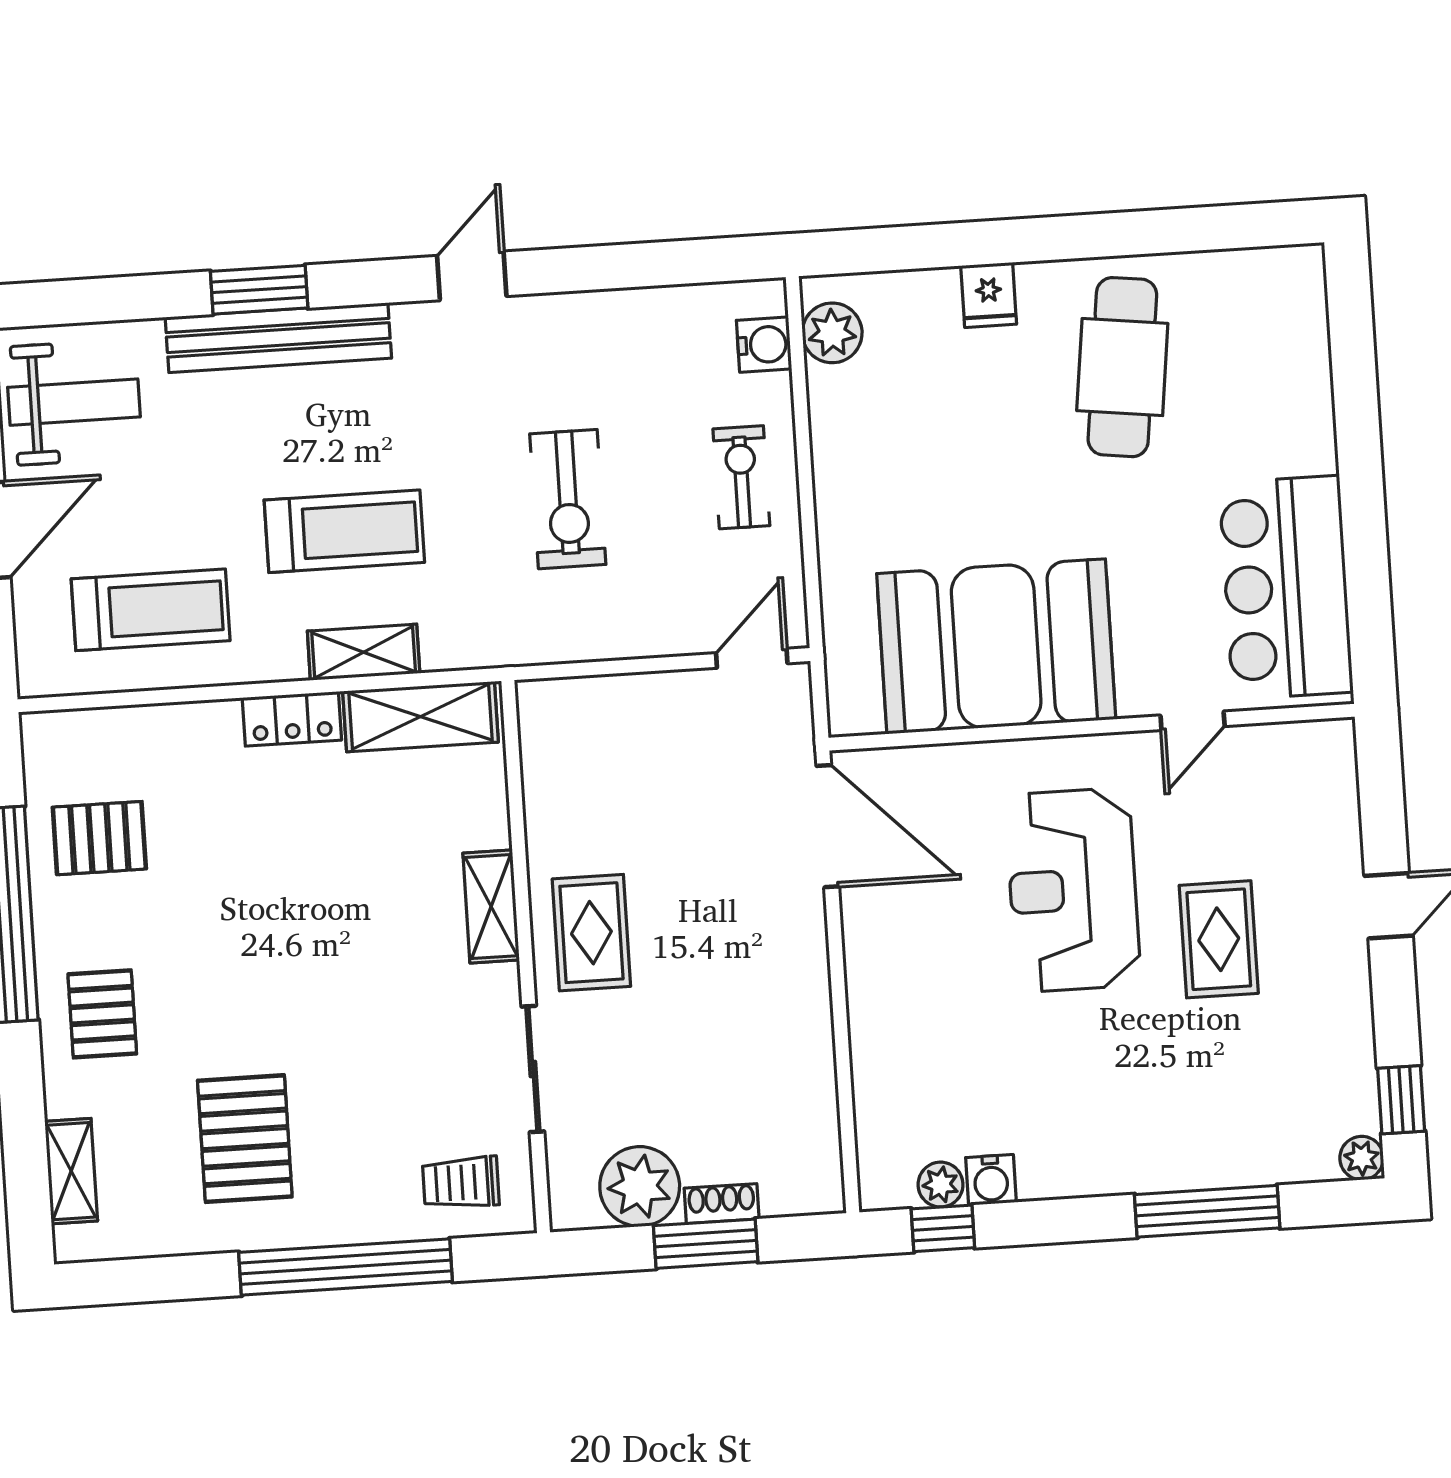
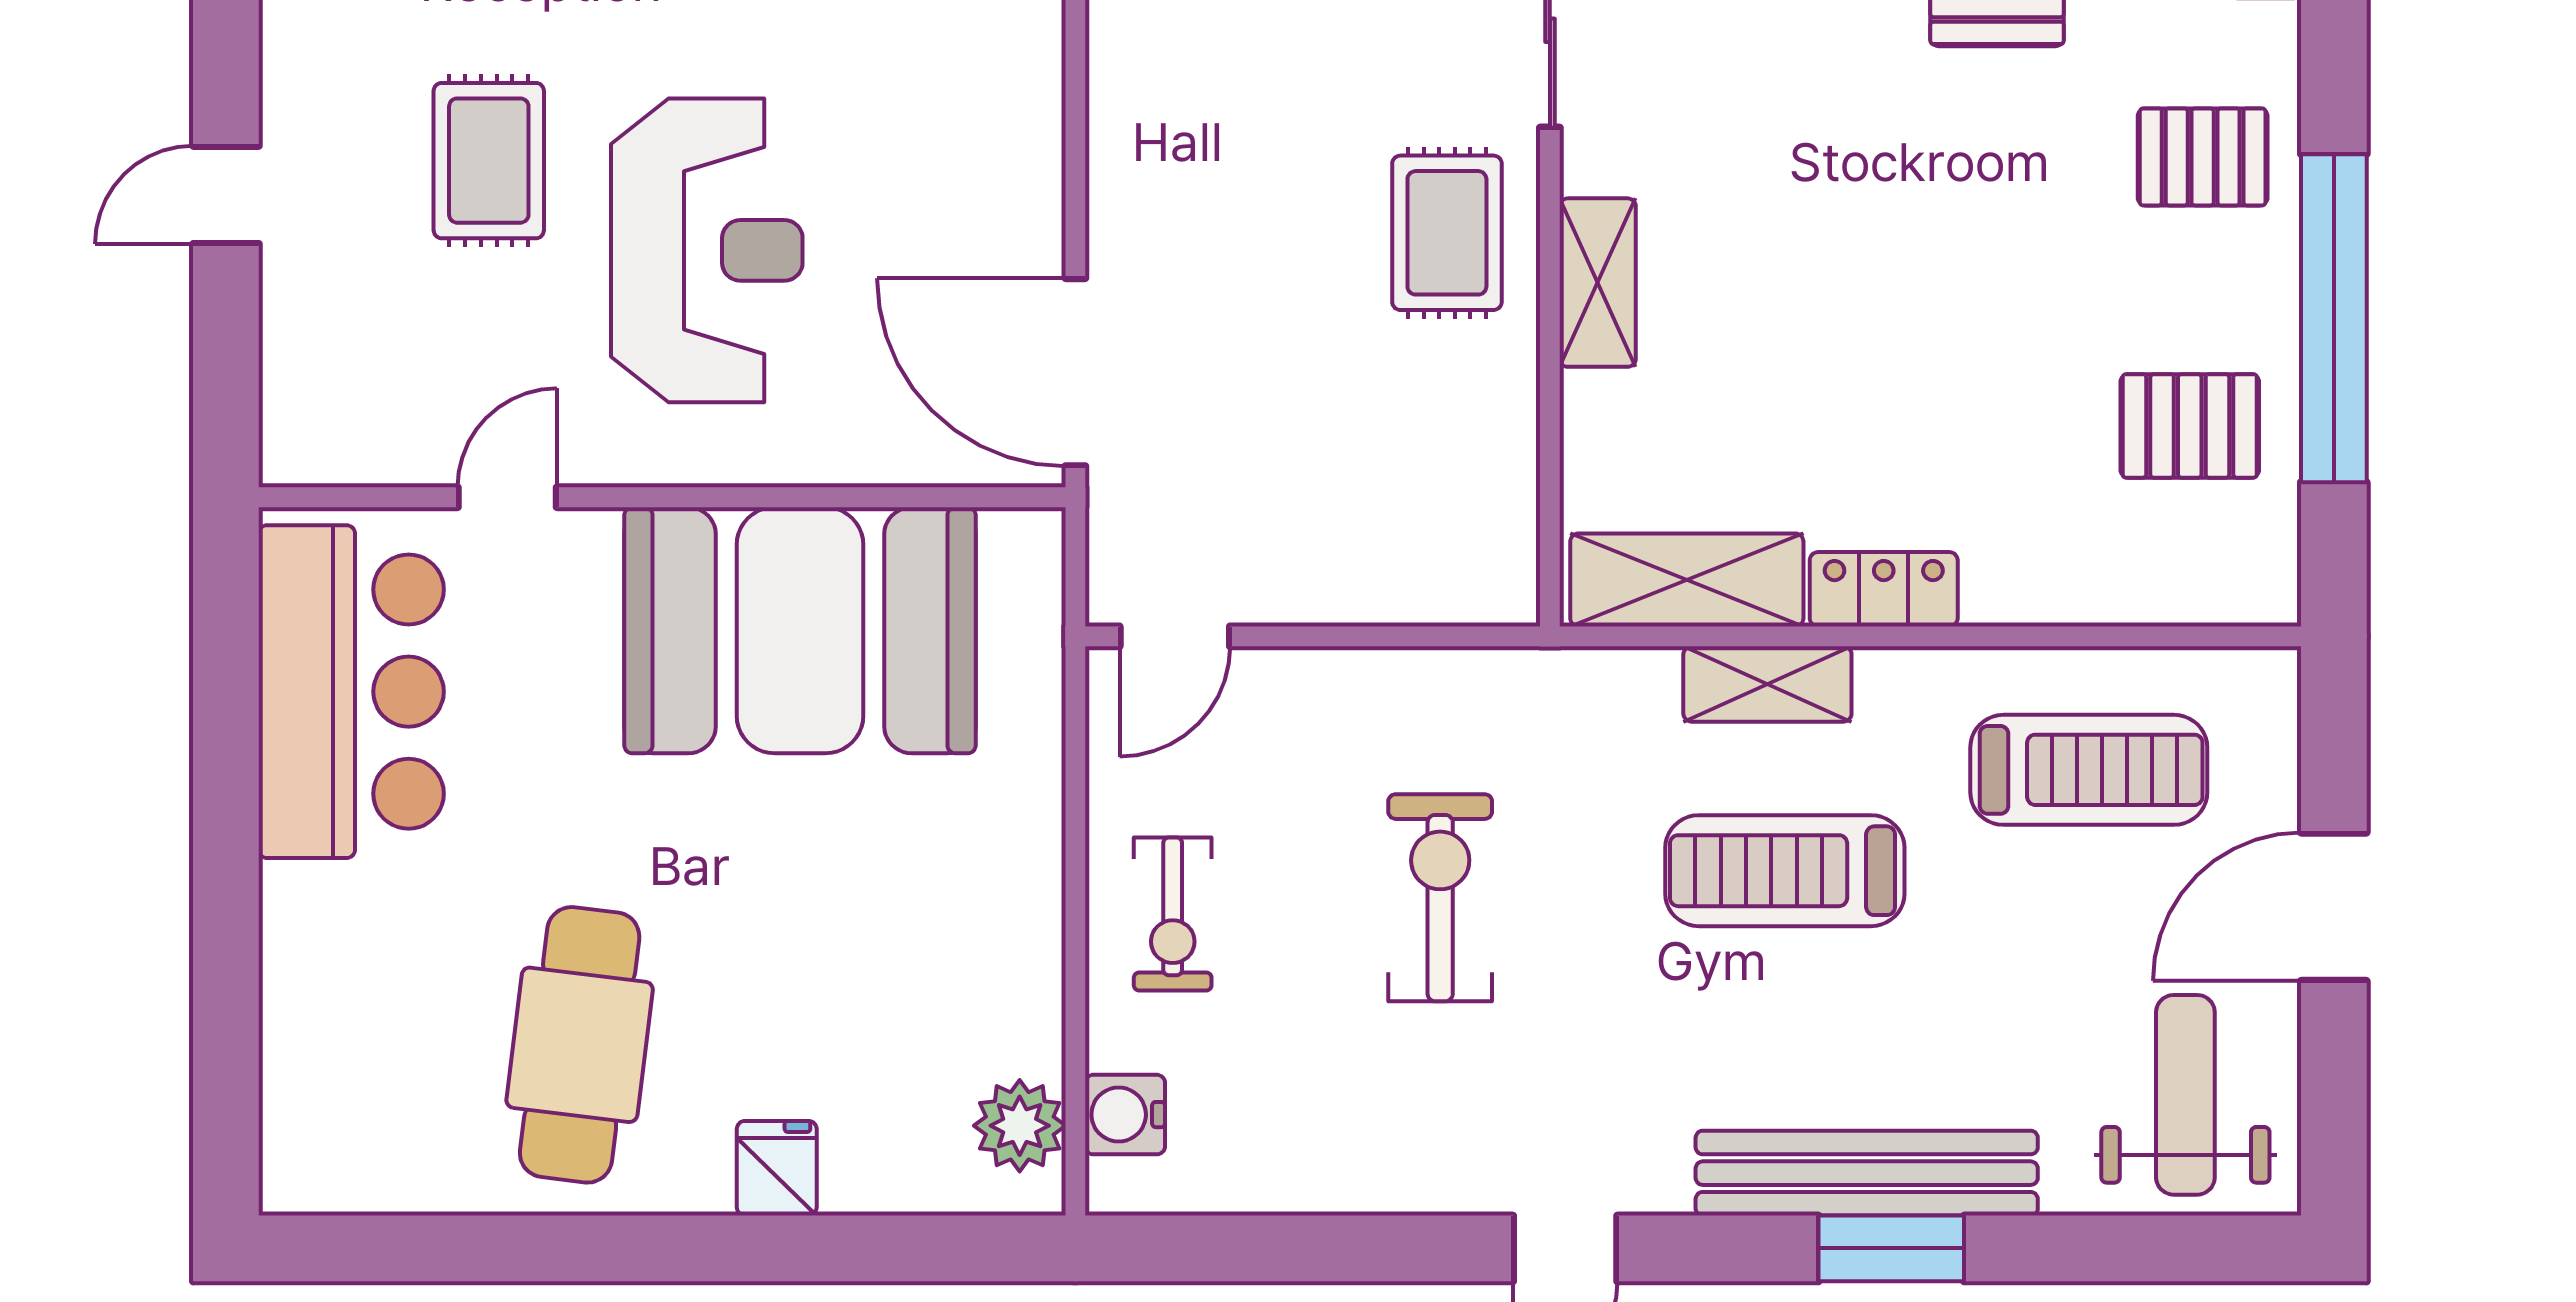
weight bench: (74, 402) -> (2185, 1095), turned 90
treadmill: (151, 610) -> (2089, 770), turned 180
pallet: (102, 1014) -> (2203, 157), turned 90

